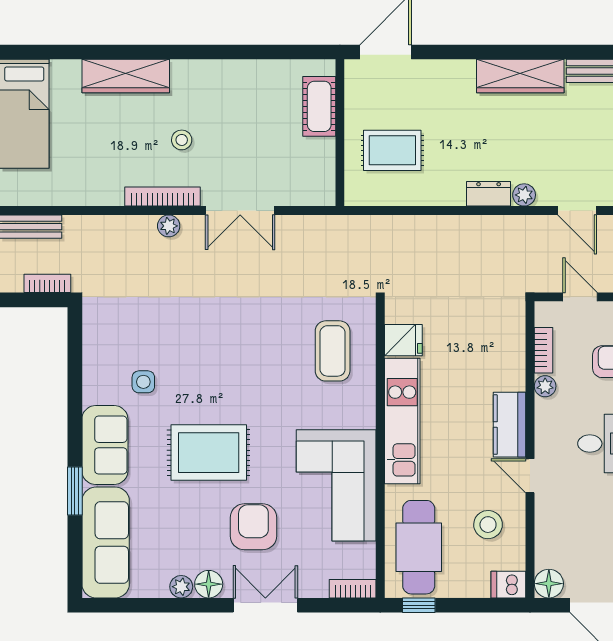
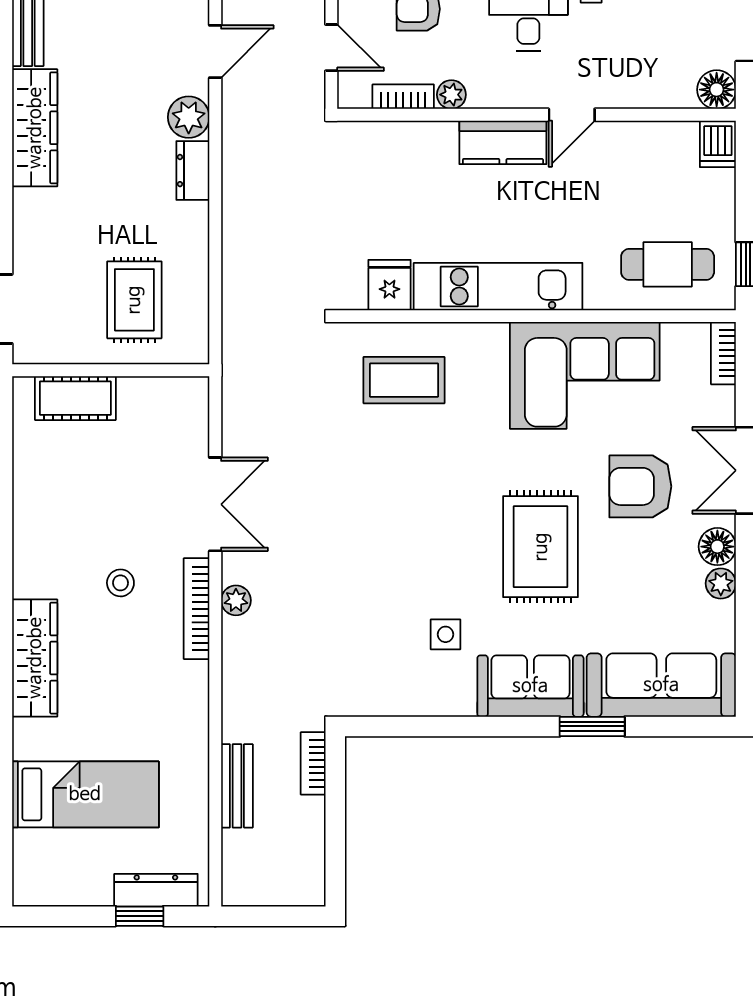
plant: (524, 195) -> (189, 117), width x1.38, depth x1.38
door: (580, 297) -> (331, 48), swing flipped
stool: (488, 525) -> (637, 171), removed
cafe table: (419, 547) -> (668, 264), width x0.73, depth x0.74

